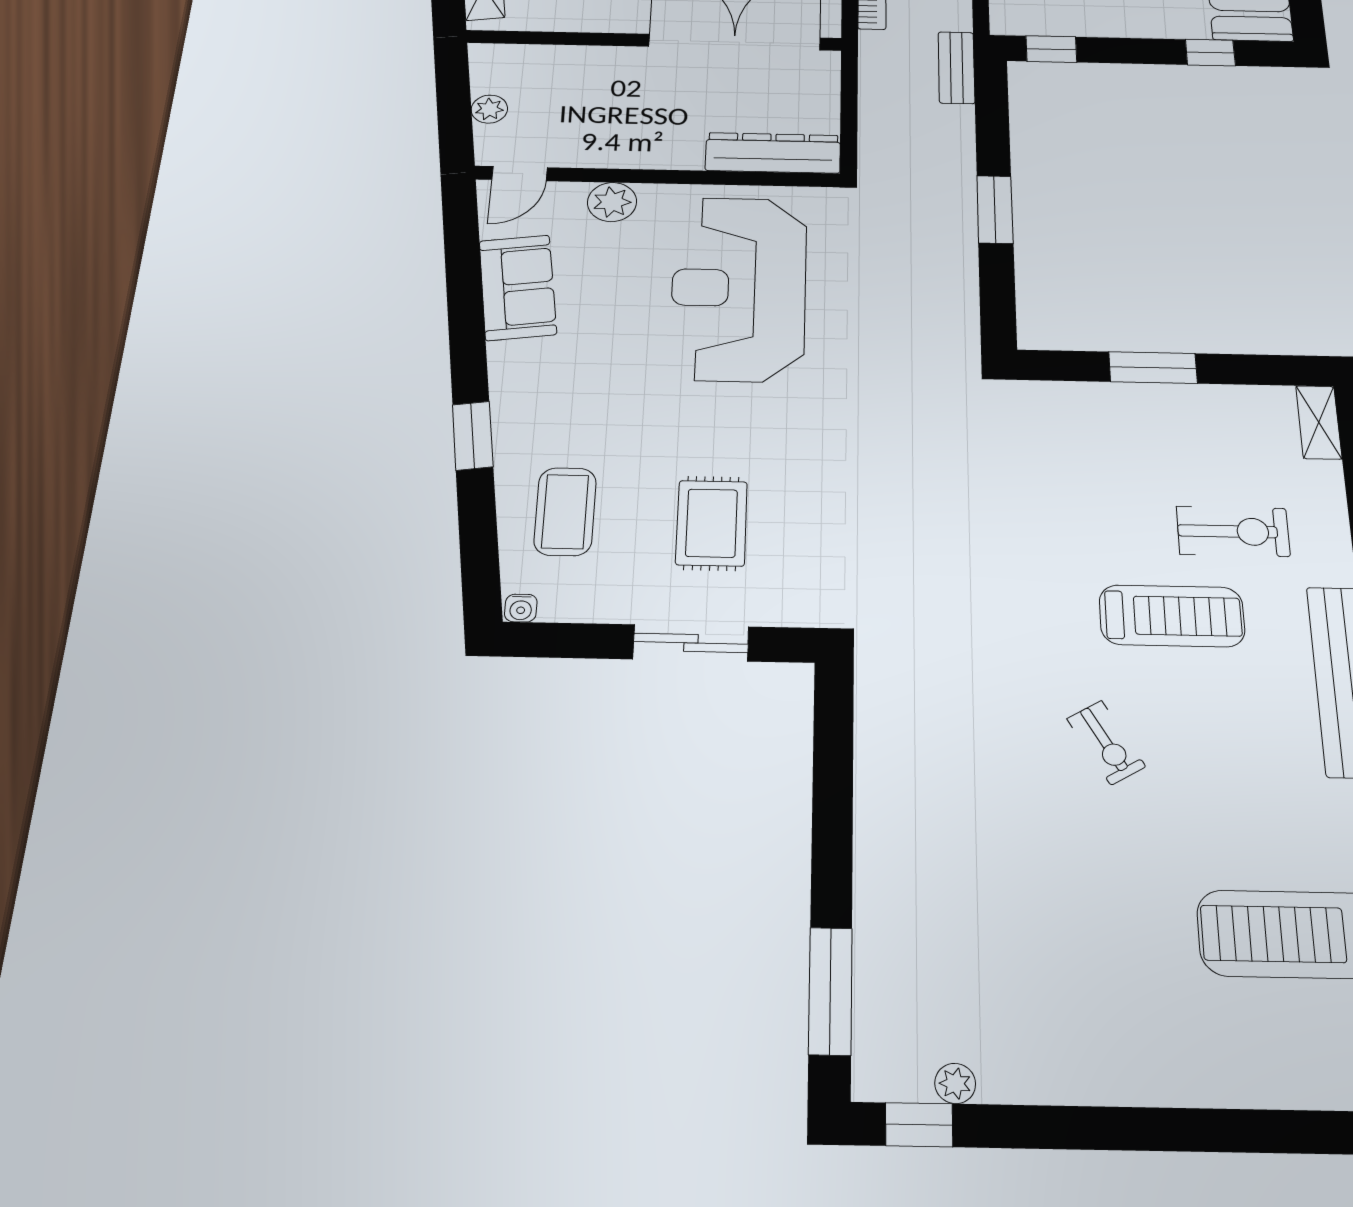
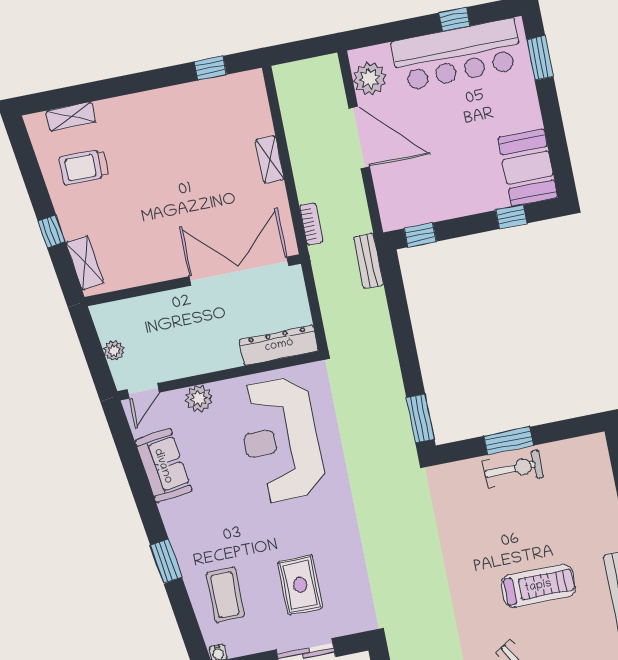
window: (995, 209) -> (420, 418), moved
shelving: (1319, 422) -> (599, 456), removed
exercise bike: (1233, 531) -> (513, 469), moved

